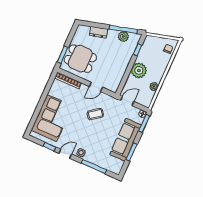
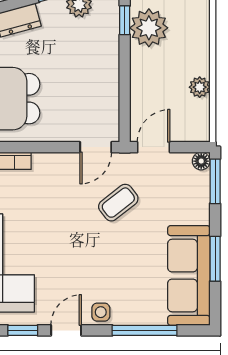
plant: (139, 70) -> (149, 28), moved
door: (96, 87) -> (96, 147), moved
coffee table: (95, 114) -> (118, 203), moved
sofa: (125, 140) -> (189, 276), moved

